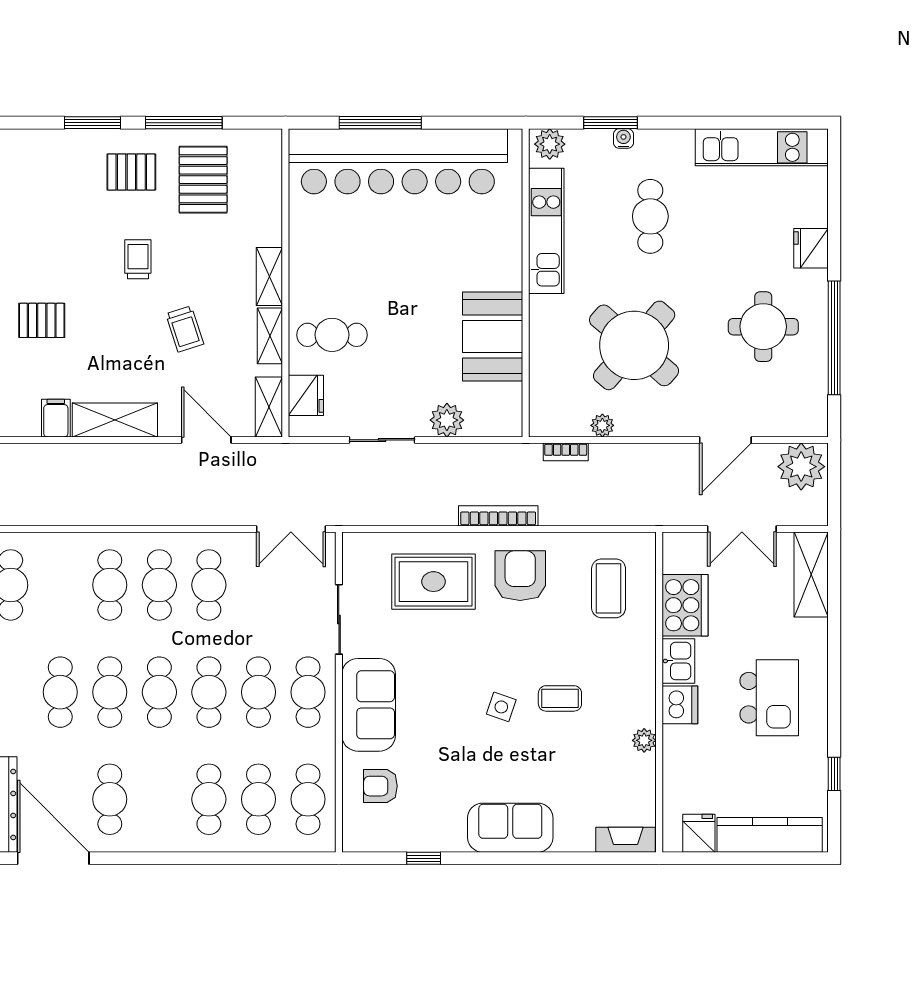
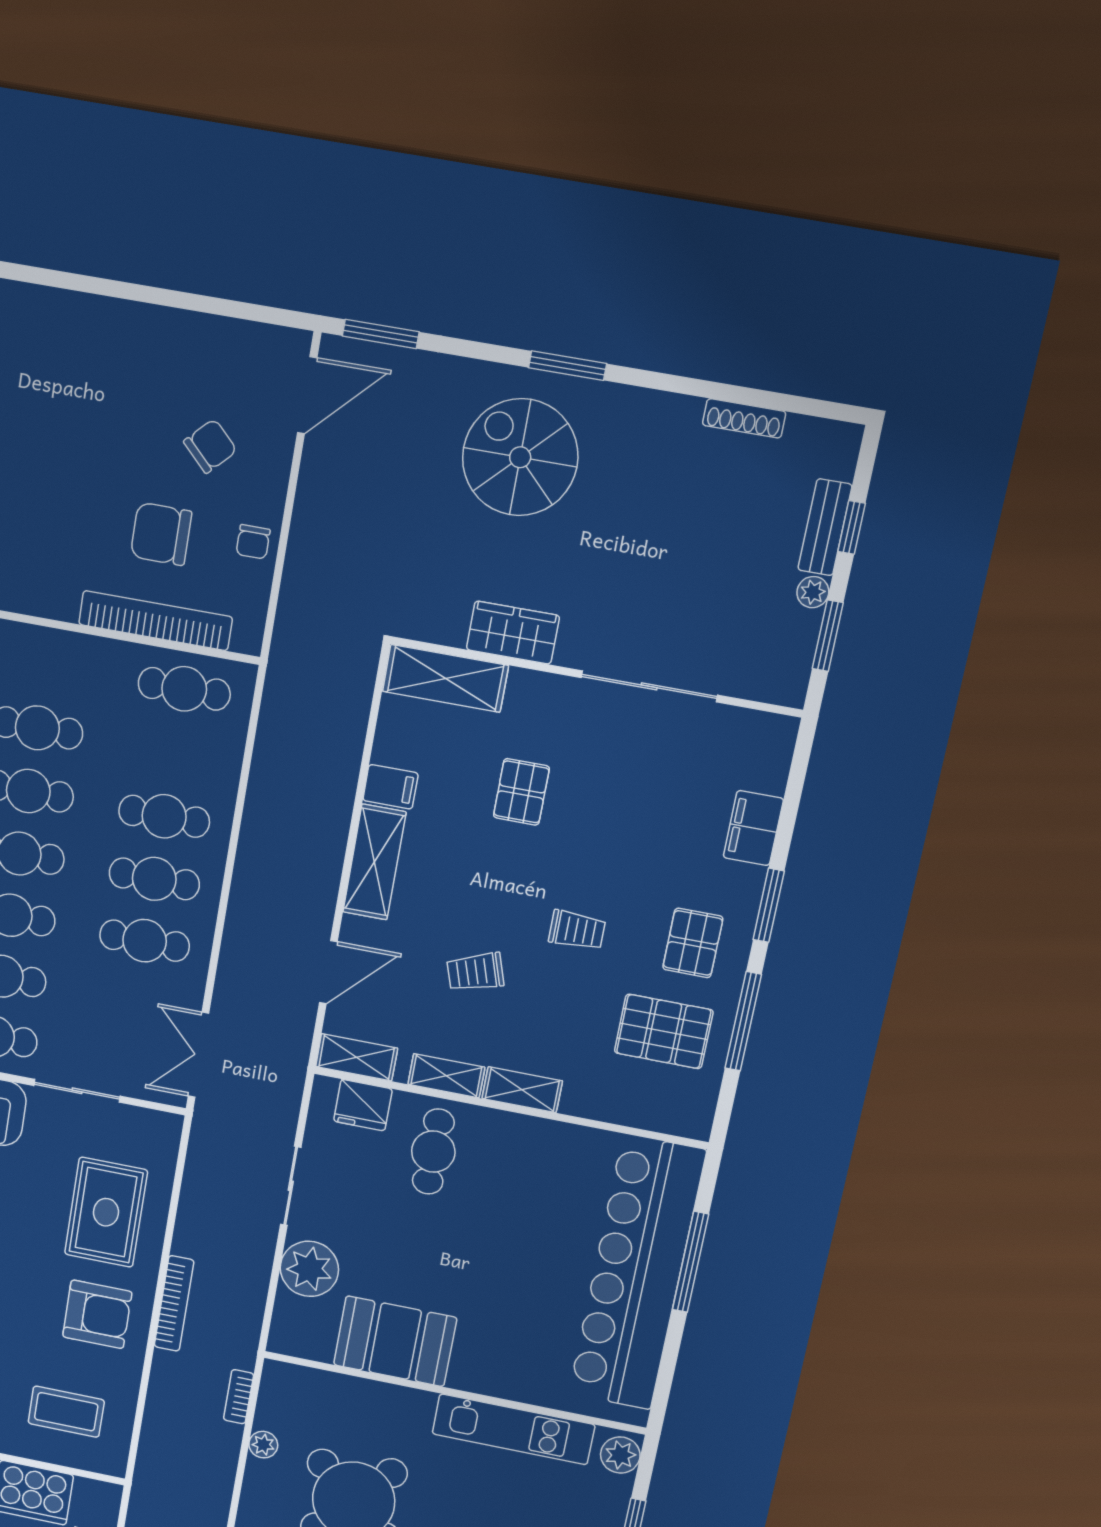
filing cabinet: (37, 146) -> (753, 828), added
plant: (447, 420) -> (309, 1269), width x1.36, depth x1.36

